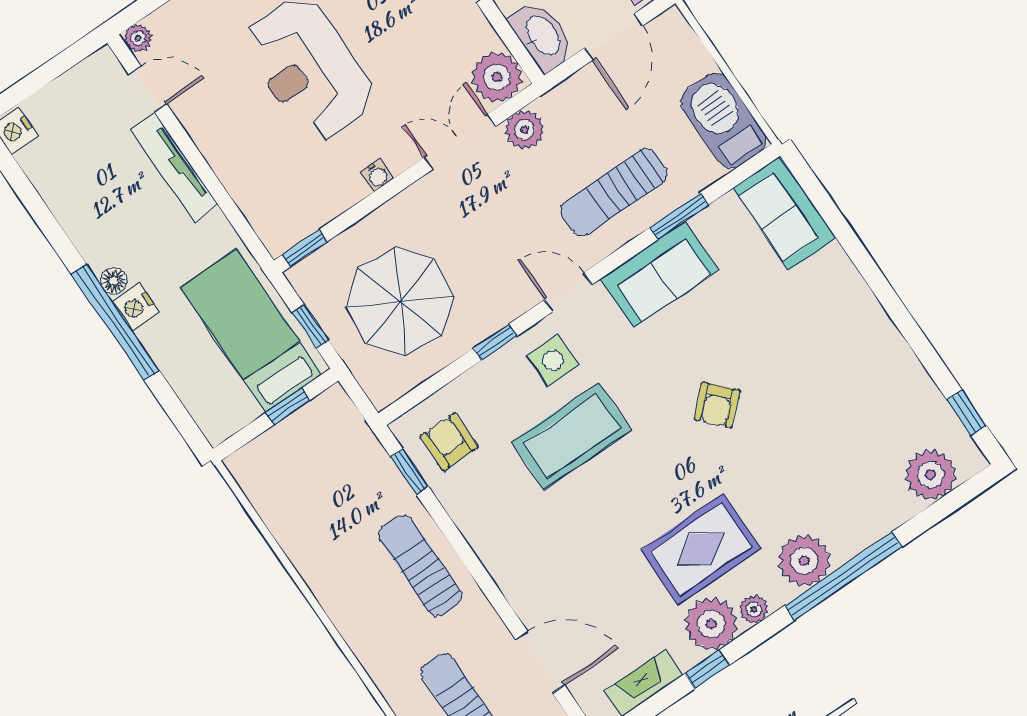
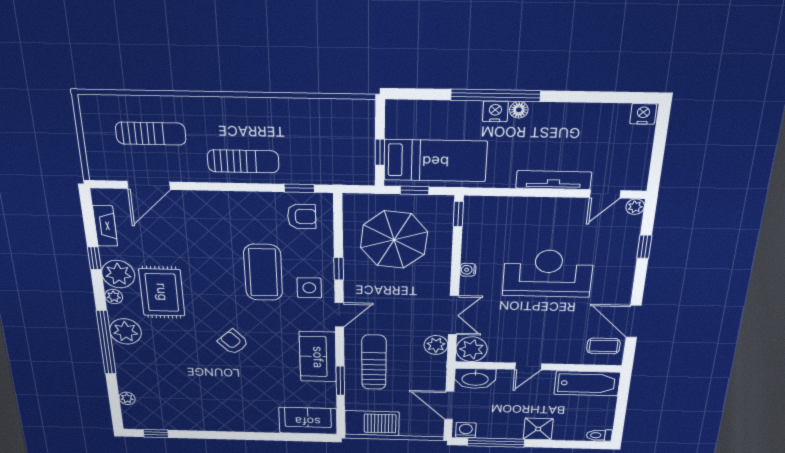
plant: (930, 475) -> (127, 398), width x0.53, depth x0.53

